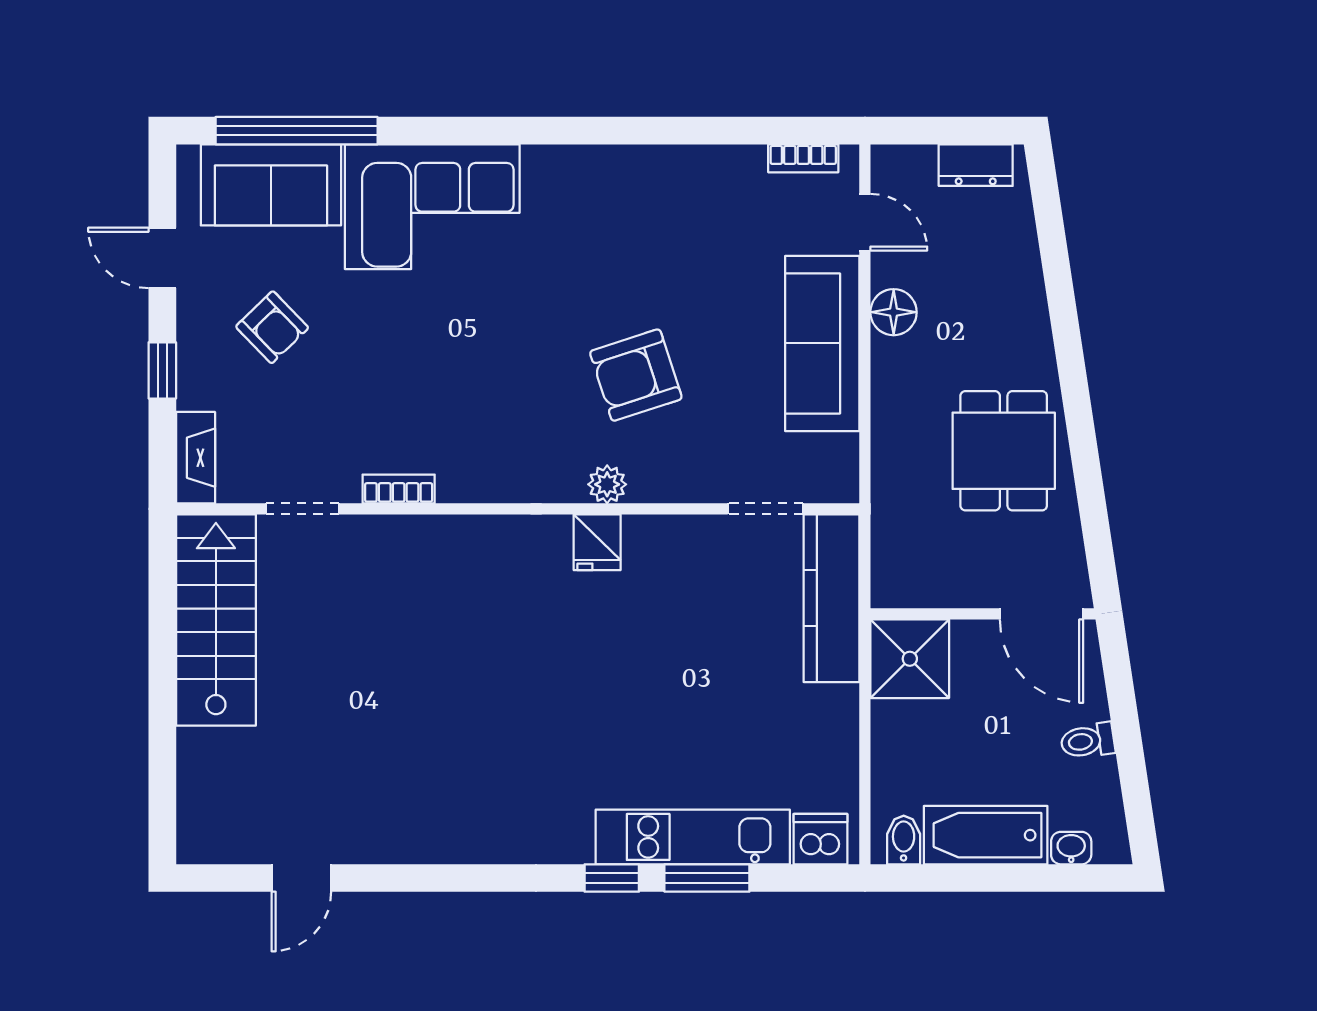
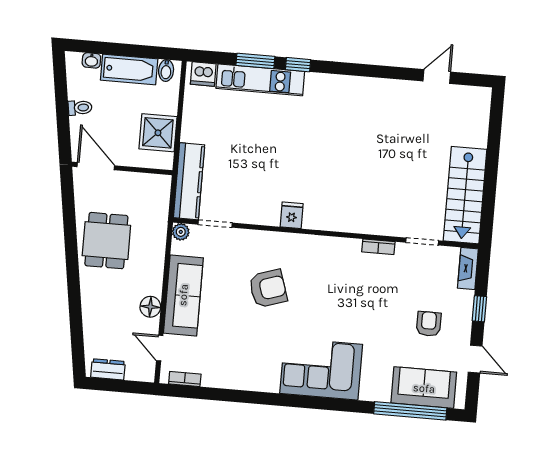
corner sofa: (432, 207) -> (321, 369), moved
armchair: (272, 327) -> (429, 324), turned 44
plant: (607, 484) -> (181, 232), moved
shower: (910, 659) -> (158, 133), moved

